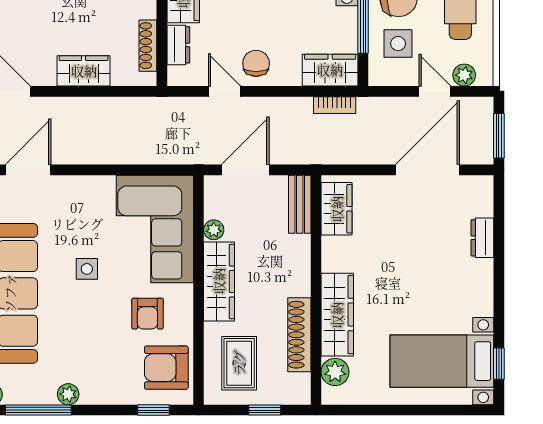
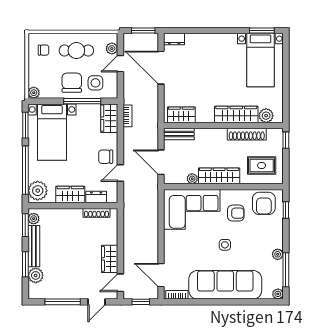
wardrobe: (84, 71) -> (110, 259), moved
dresser: (482, 238) -> (174, 39), moved
side table: (87, 269) -> (225, 245), moved
window: (499, 364) -> (262, 31), width x1.50
window: (265, 410) -> (286, 140), moved

